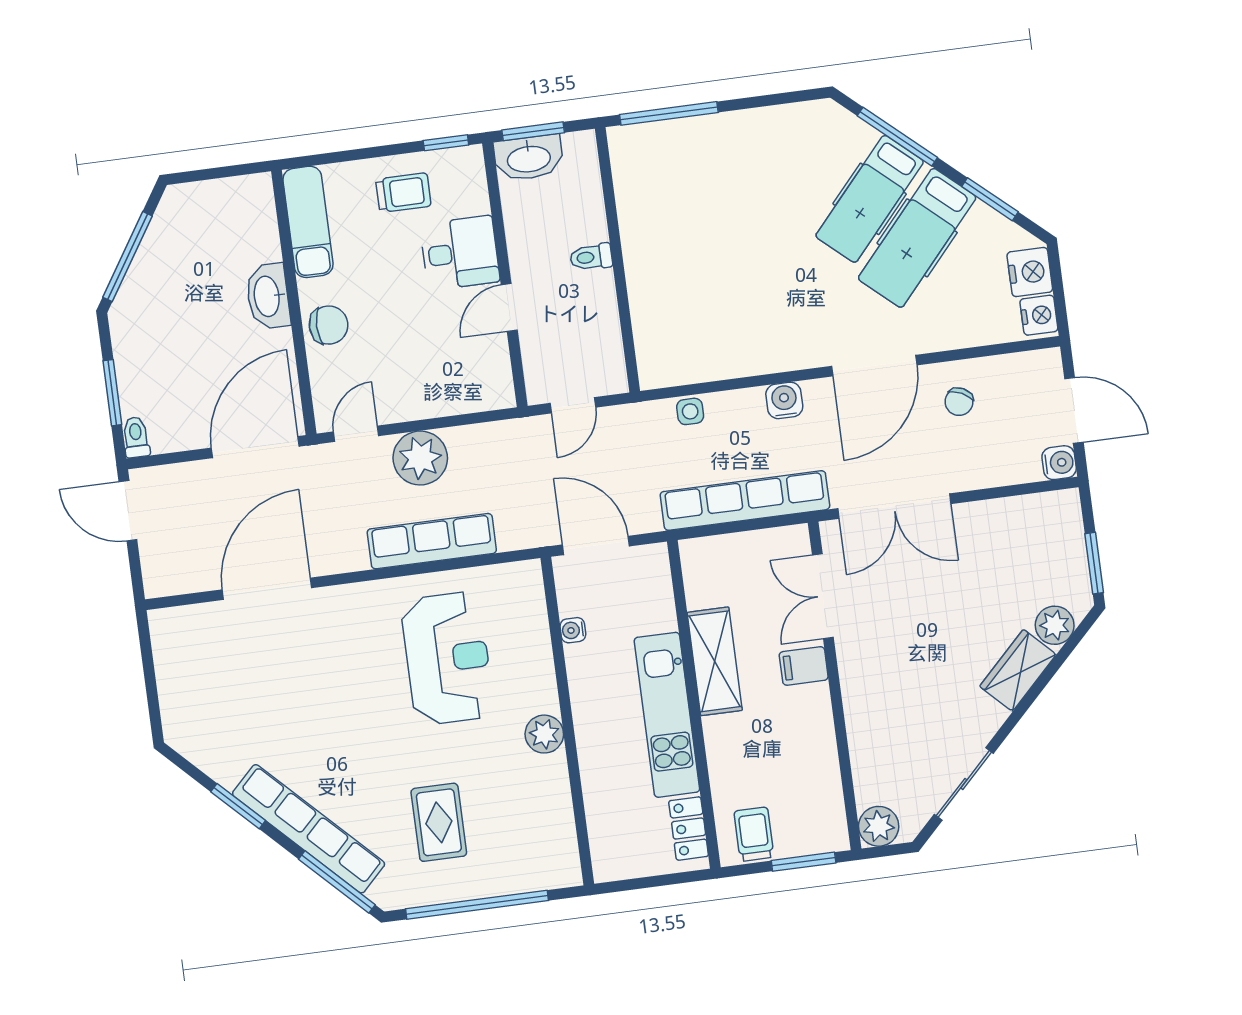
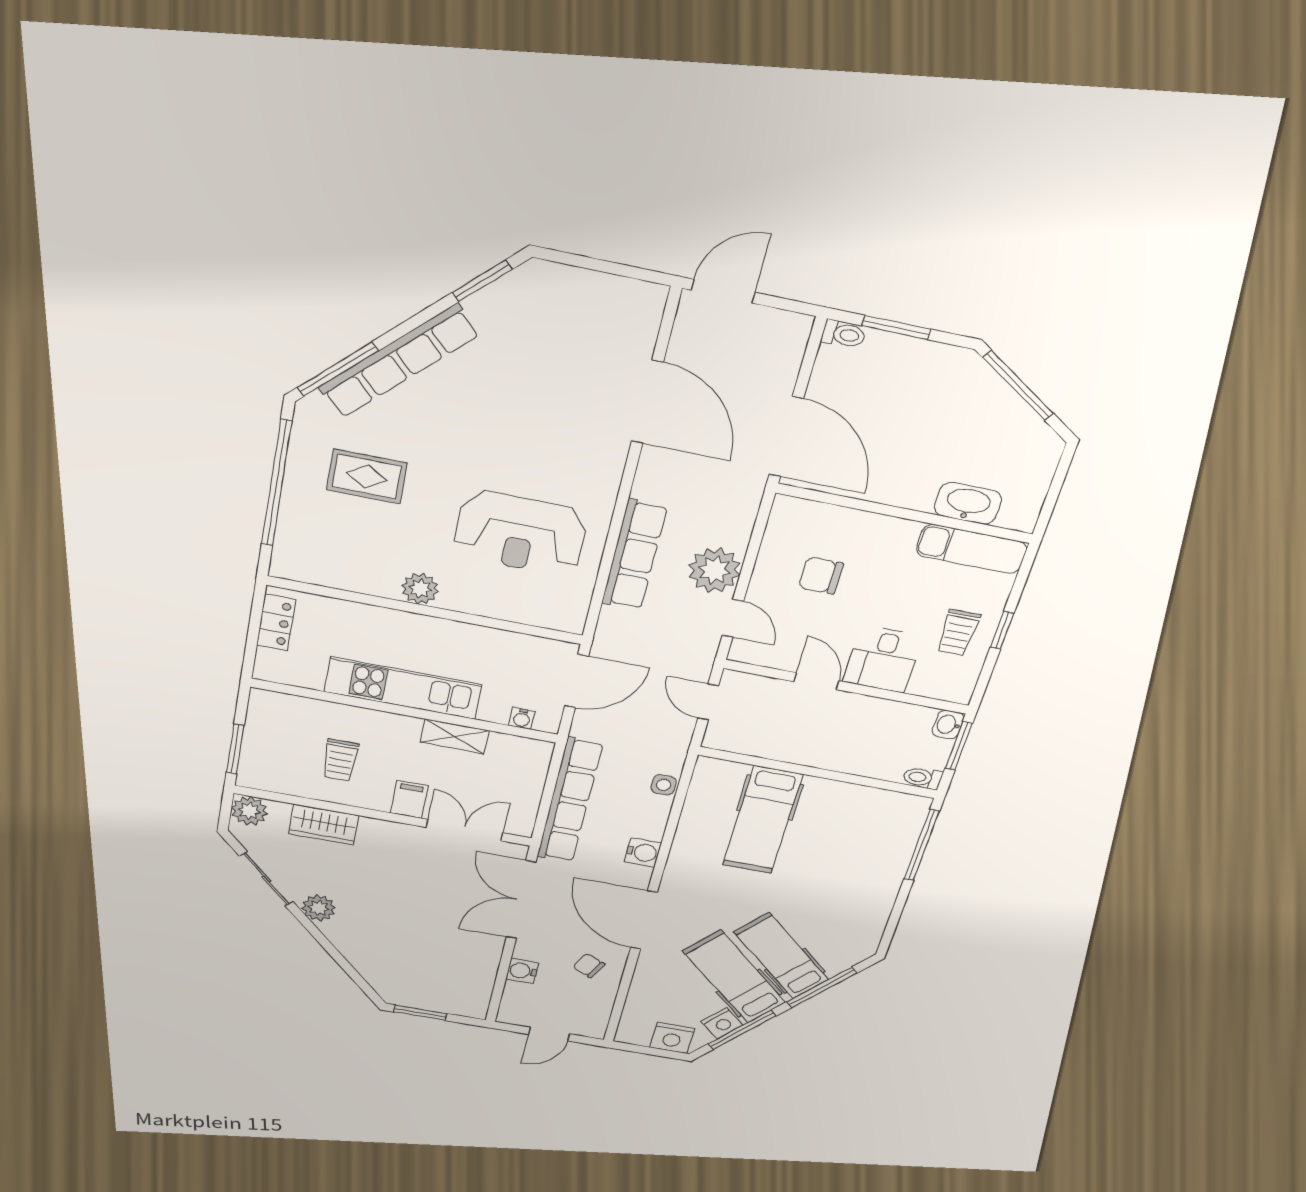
window: (446, 143) -> (1002, 630), moved
washbasin: (529, 158) -> (948, 725), width x0.52, depth x0.69
window: (990, 199) -> (742, 1030), width x1.44
toilet: (591, 257) -> (923, 778), moved, turned -90
hospital bed: (697, 292) -> (763, 820), added
washbasin: (268, 296) -> (968, 503), moved
nightstand: (1039, 315) -> (722, 1023), moved, turned -48
chair: (329, 325) -> (821, 575), moved, turned 90
door: (1074, 410) -> (549, 1034), width x0.73
door: (356, 434) -> (733, 618), moved
water cooler: (1059, 463) -> (522, 971), moved, turned 90
door: (128, 511) -> (723, 291), moved
plant: (1055, 625) -> (319, 908), moved
water cooler: (573, 630) -> (522, 718), moved, turned 180
shelving: (715, 661) -> (455, 736), width x0.67, depth x0.75
wardrobe: (1018, 670) -> (324, 825), moved, turned 135
window: (238, 806) -> (482, 281), moved
locker: (689, 829) -> (276, 623), moved, turned 90
trolley: (754, 834) -> (340, 760), moved, turned 90

